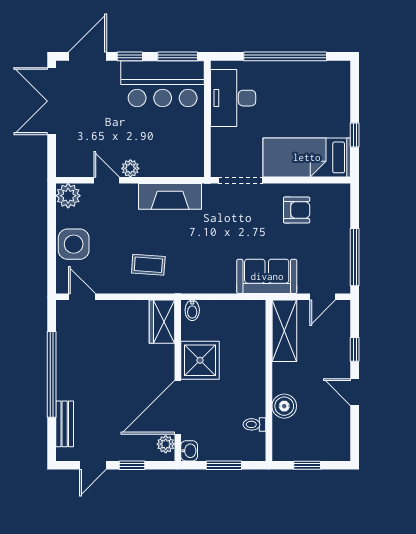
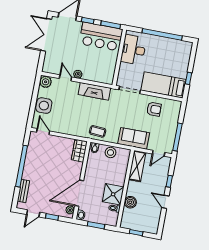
coffee table: (148, 265) -> (98, 131), moved
stool: (226, 314) -> (111, 152), added
shower: (200, 360) -> (113, 194), moved

